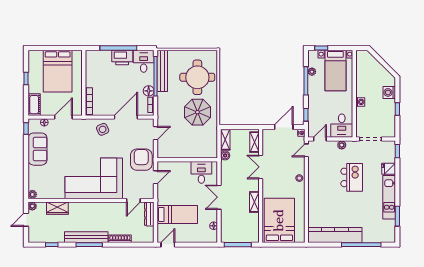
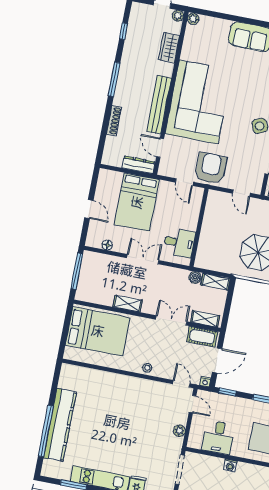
desk: (342, 126) -> (218, 437), moved, turned -90
door: (284, 127) -> (217, 360), hinge flipped
cot: (268, 142) -> (202, 337), added
armchair: (141, 160) -> (211, 168), turned -90
kitchen island: (352, 177) -> (135, 436), removed
bed: (177, 214) -> (137, 202), width x1.50
kitchen counter: (335, 235) -> (60, 425), moved
bench: (86, 237) -> (159, 105), moved
door: (168, 245) -> (89, 209), moved

